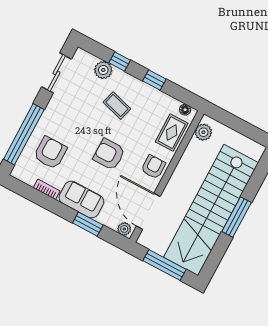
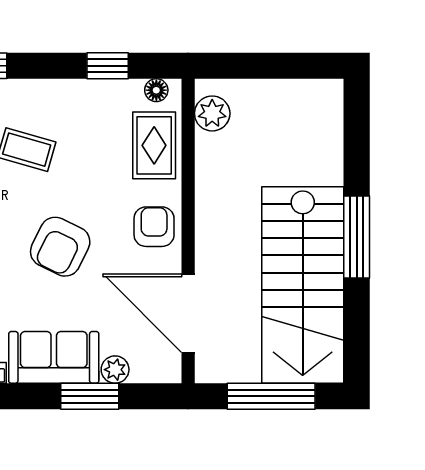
window: (154, 80) -> (108, 66), moved
armchair: (109, 154) -> (60, 247), turned -64
stairs: (211, 210) -> (303, 285), width x0.73
plant: (124, 229) -> (115, 370), moved

